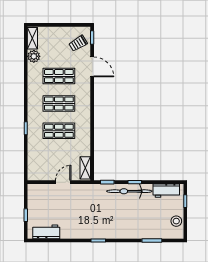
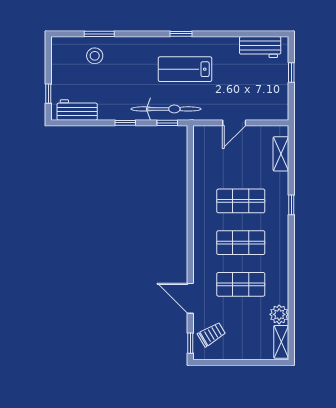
shelving: (85, 168) -> (281, 154), moved
bicycle: (129, 191) -> (166, 109), moved
lab bench: (96, 217) -> (185, 69), added
stool: (176, 221) -> (95, 56), moved

